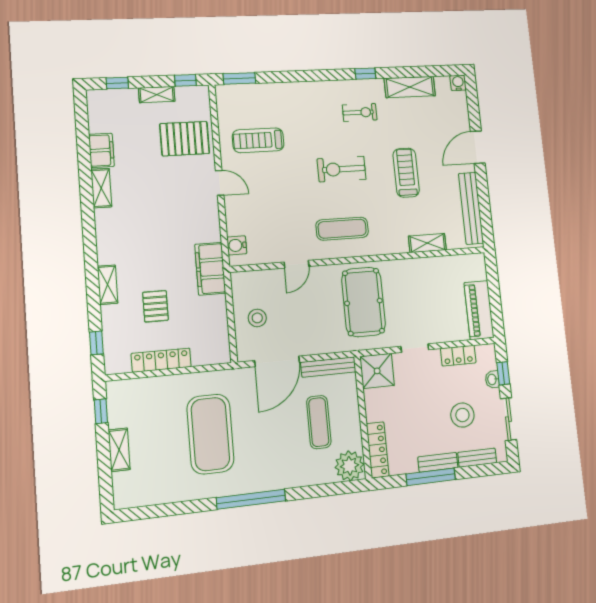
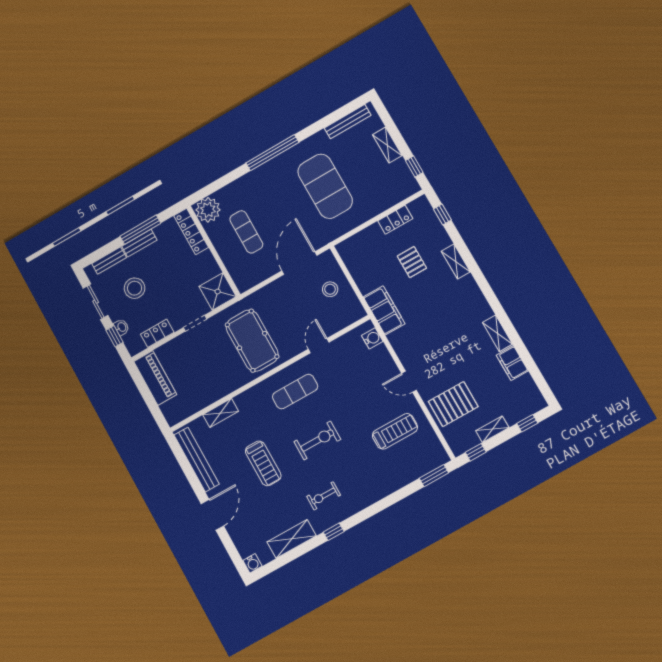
locker: (161, 360) -> (395, 220), width x0.66
bench: (328, 367) -> (348, 122), moved

